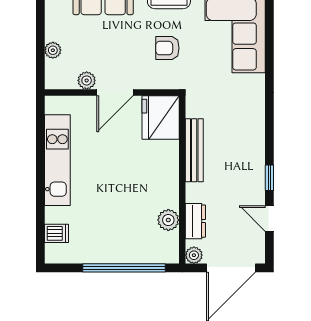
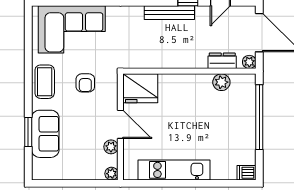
plant: (53, 50) -> (111, 174), moved
bench: (194, 150) -> (169, 13), moved
dishwasher: (56, 233) -> (247, 173), moved, turned -90

